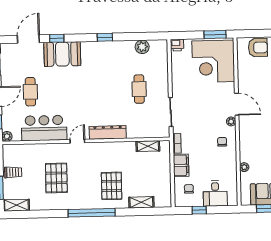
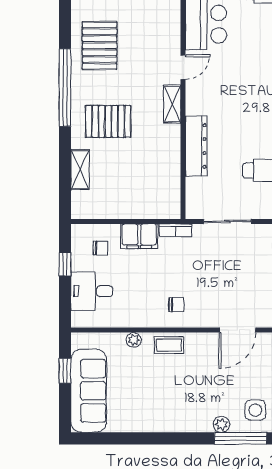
plant: (231, 121) -> (209, 320), removed
dresser: (108, 132) -> (196, 146), moved
door: (77, 141) -> (183, 67), hinge flipped
shelving: (148, 146) -> (172, 104), moved
coffee table: (247, 146) -> (169, 345), added
pallet: (56, 178) -> (100, 46), moved, turned 90

